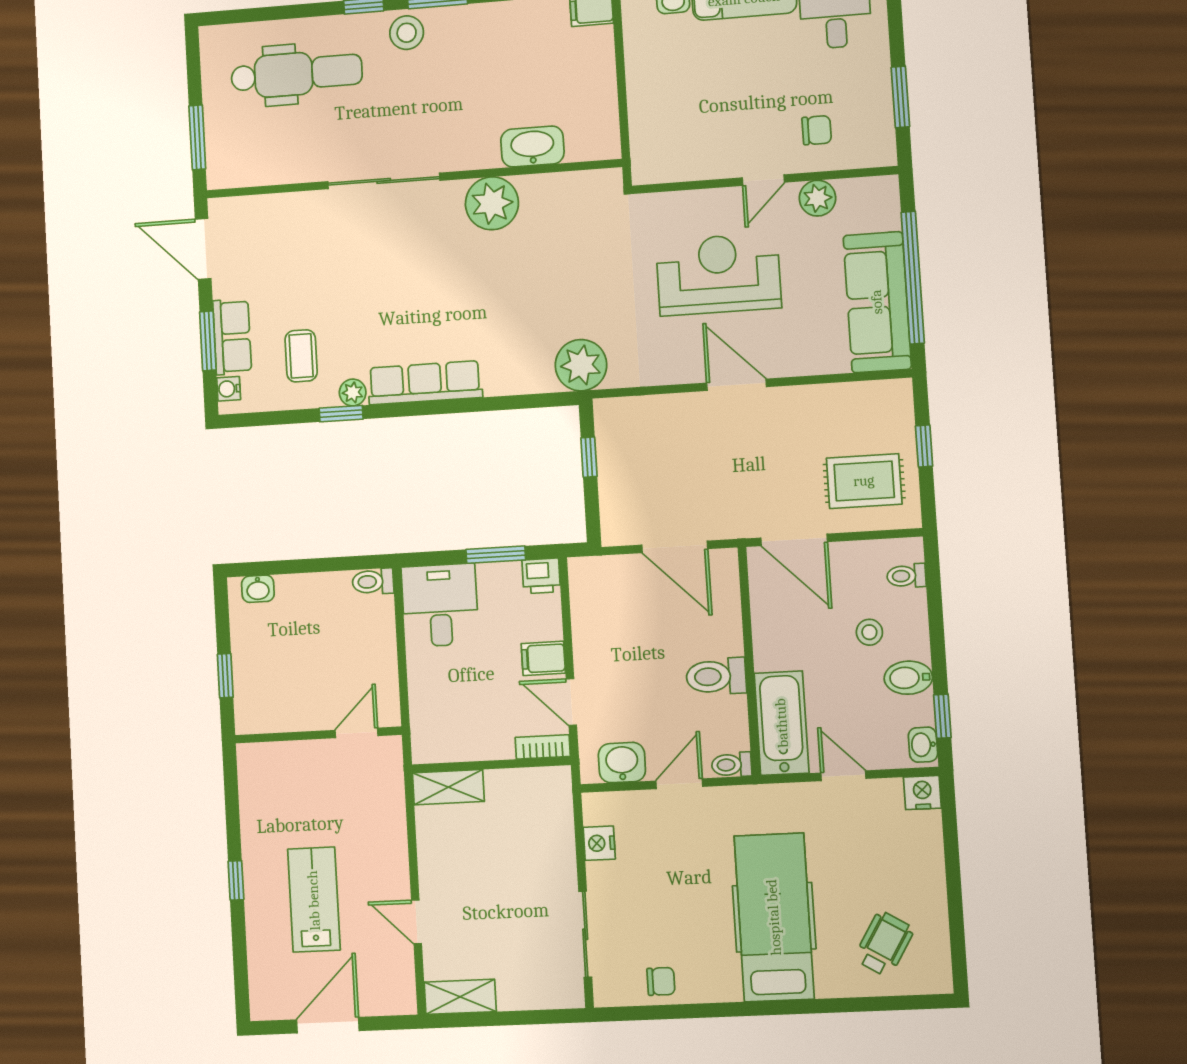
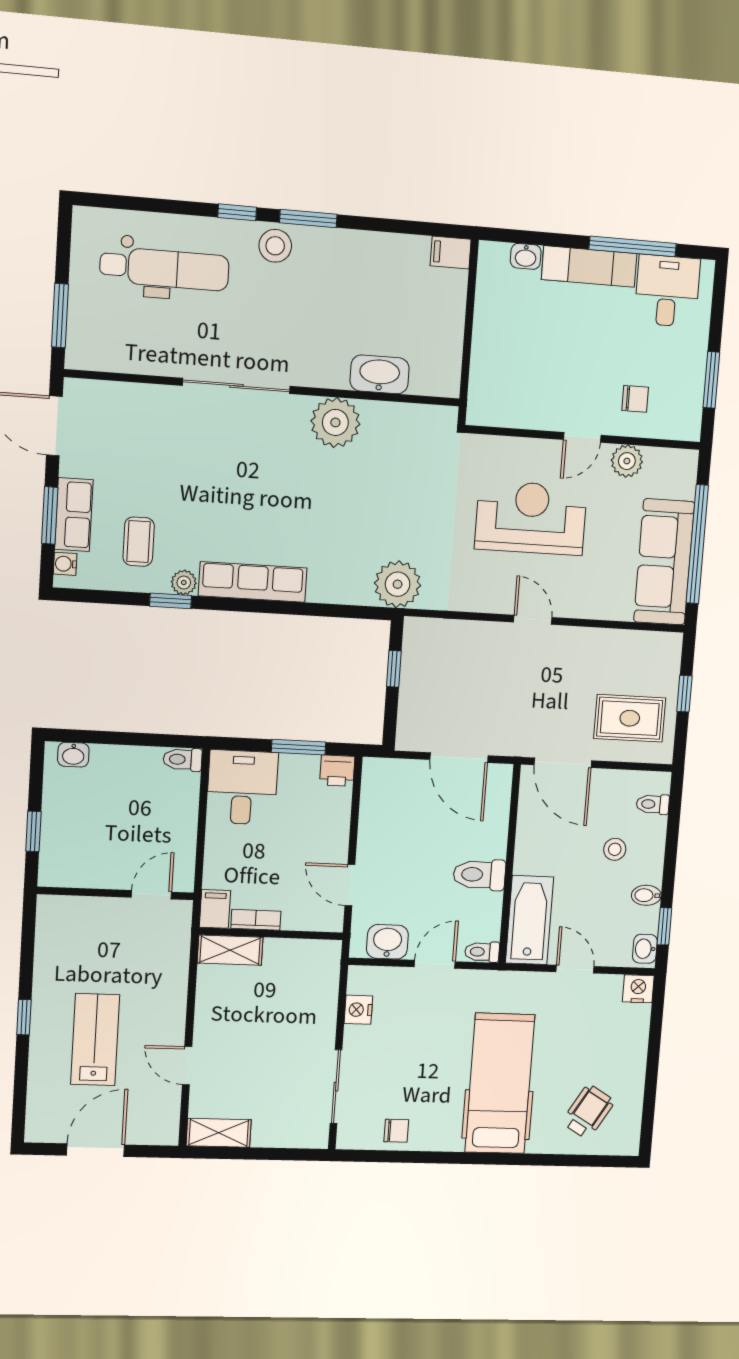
door: (736, 385) -> (533, 620), width x0.73
filing cabinet: (543, 658) -> (215, 909), moved, turned 90
bidet: (908, 678) -> (646, 895), width x0.72, depth x0.74
bookcase: (543, 747) -> (256, 920), moved

